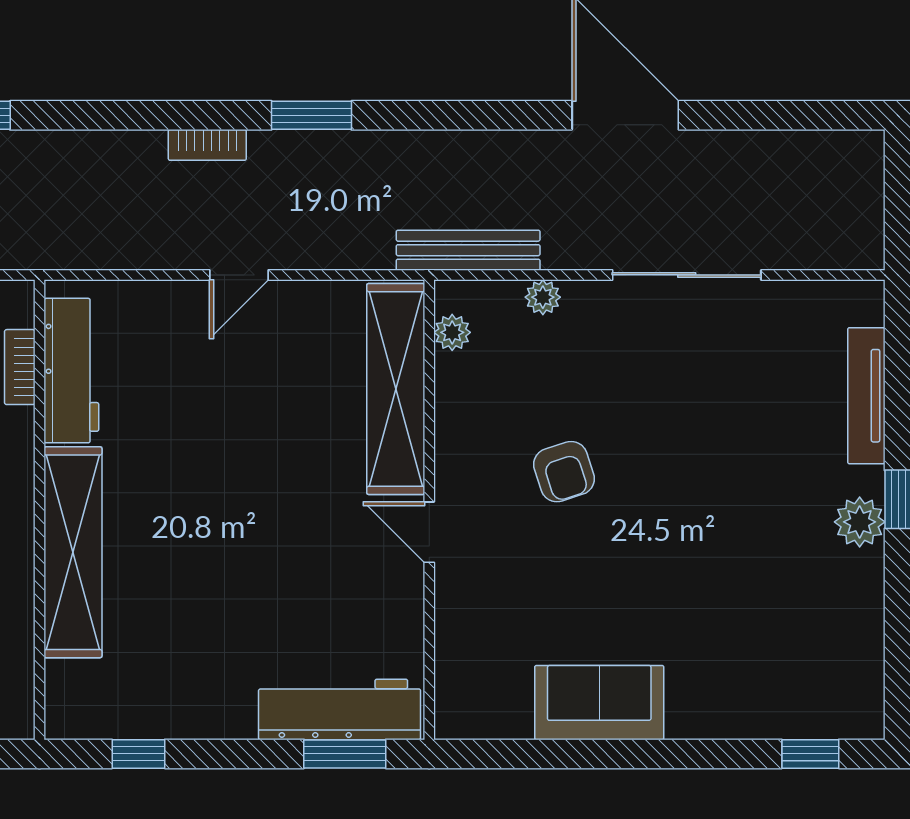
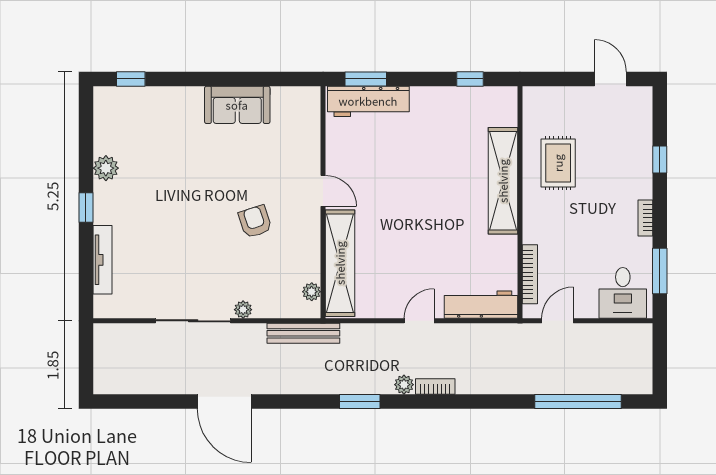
window: (312, 115) -> (360, 401), moved
plant: (269, 149) -> (404, 385), added
plant: (543, 297) -> (243, 310), moved
bookcase: (20, 367) -> (530, 274), width x1.56
workbench: (71, 371) -> (481, 305), moved, turned 90
plant: (860, 522) -> (106, 168), moved

